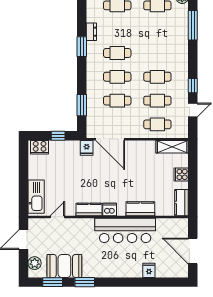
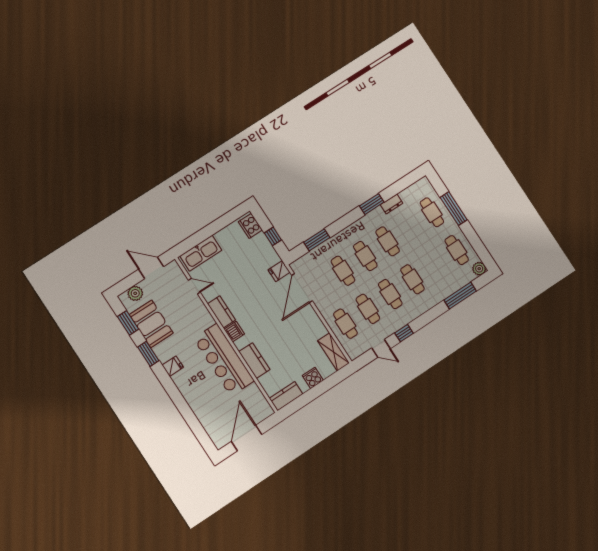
cafe table: (157, 53) -> (412, 279), added
fridge: (149, 270) -> (173, 366), moved

